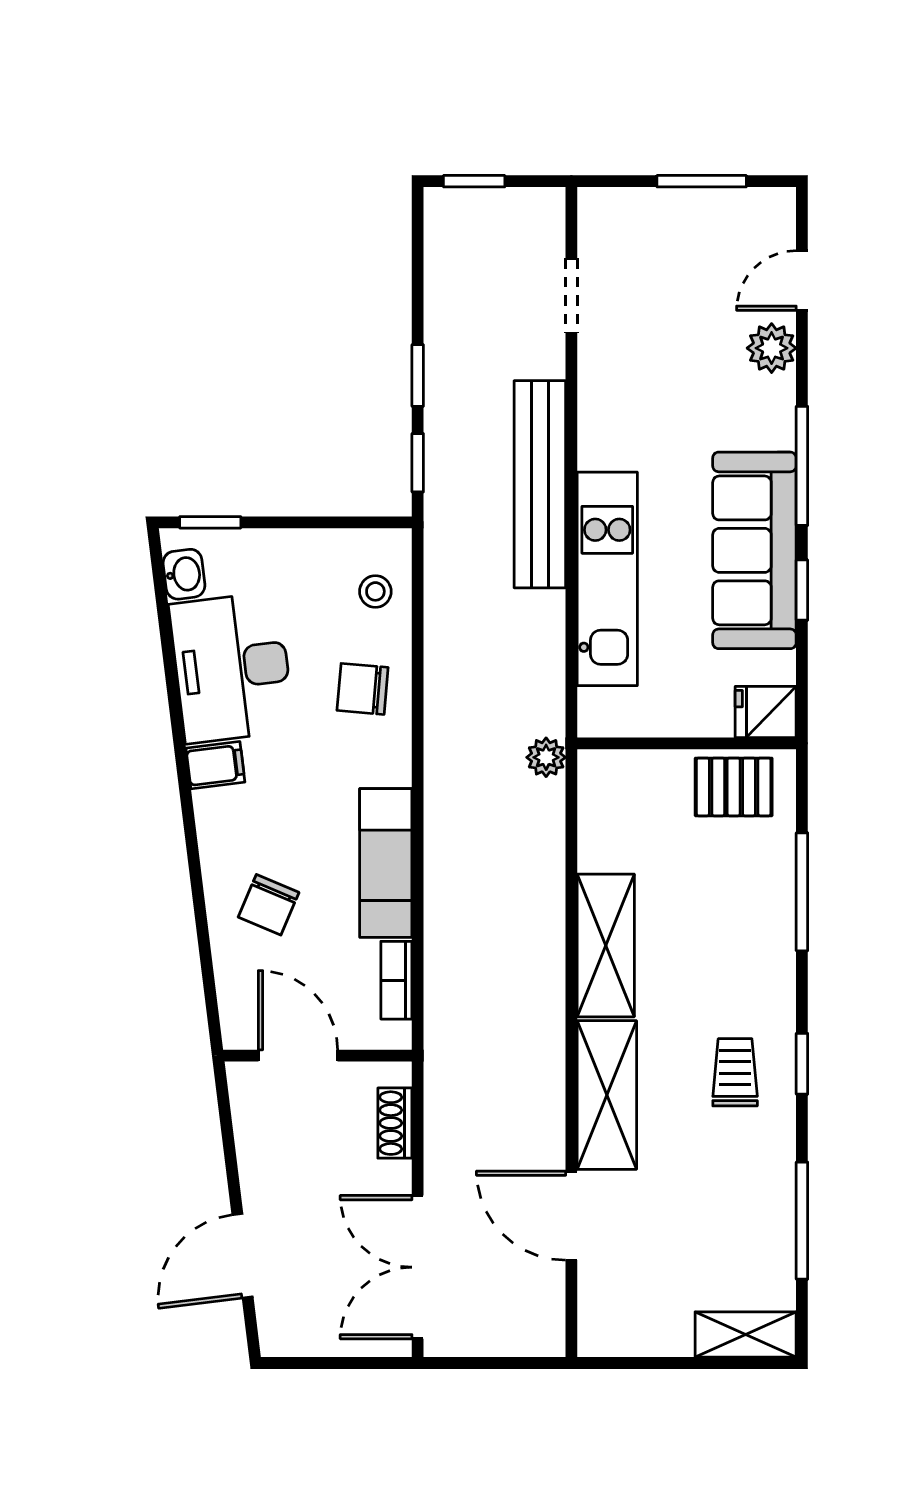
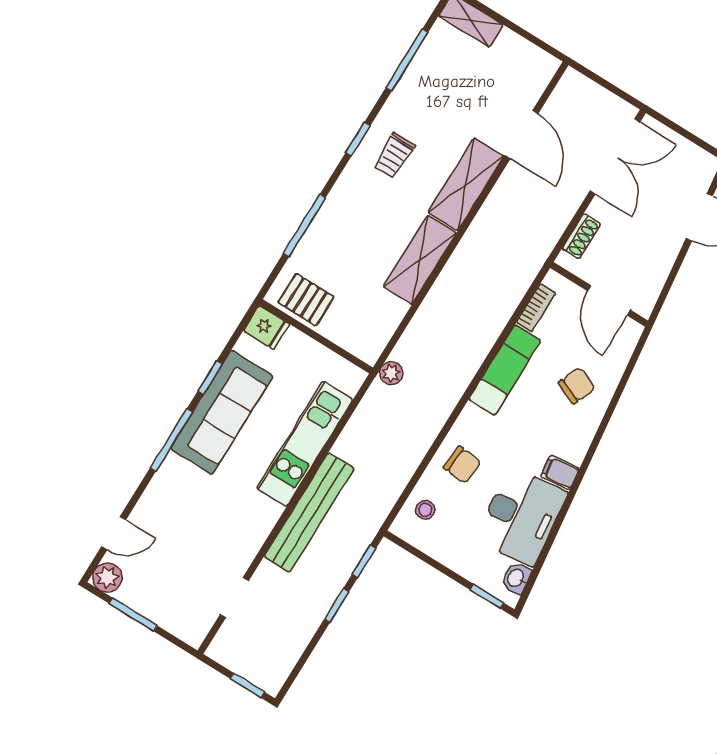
plant: (772, 348) -> (107, 577), moved

